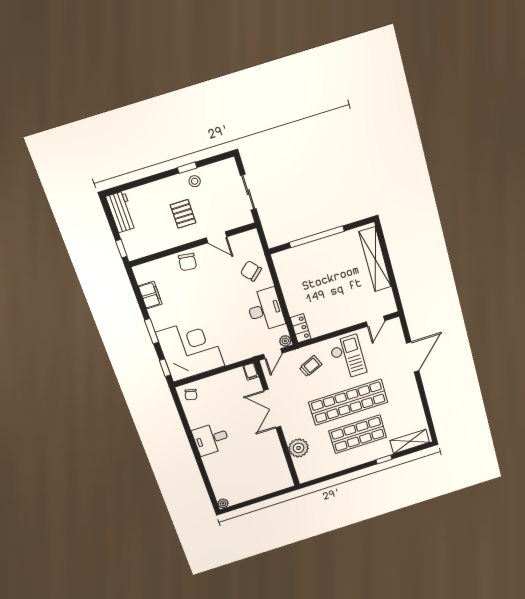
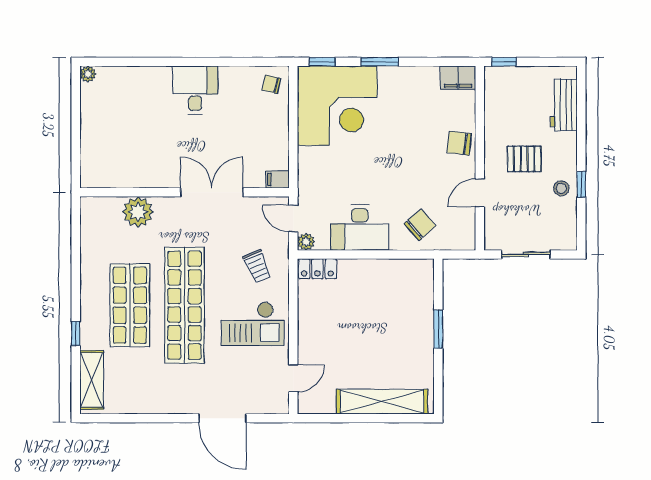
workbench: (121, 212) -> (564, 105), moved, turned 90
window: (317, 237) -> (438, 329), width x0.47
filing cabinet: (150, 295) -> (458, 78), moved
door: (376, 321) -> (293, 378), swing flipped

